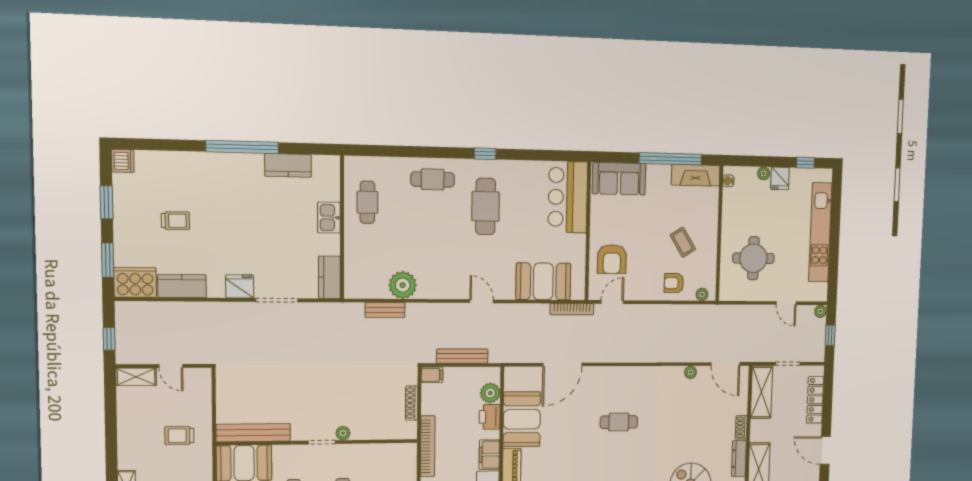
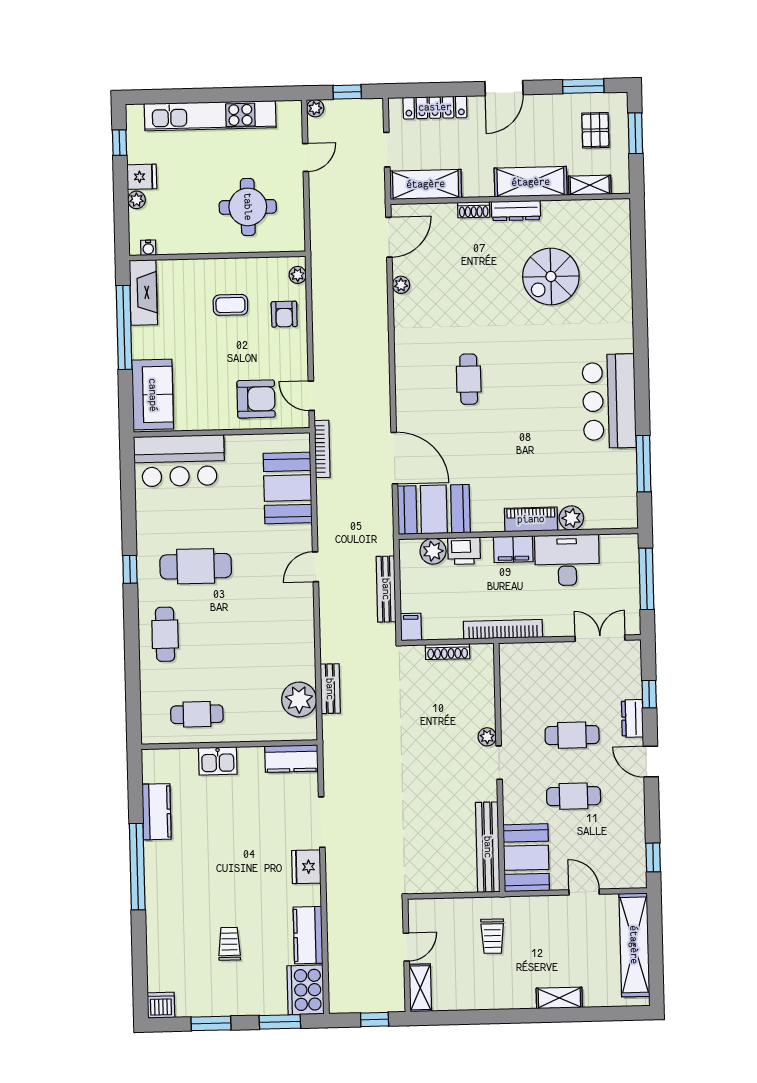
coffee table: (683, 242) -> (230, 305), turned 32
plant: (403, 285) -> (299, 700), moved
booth: (522, 419) -> (434, 509), moved

